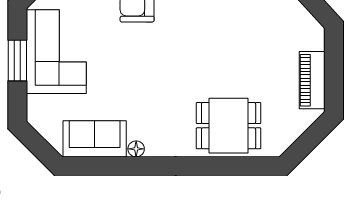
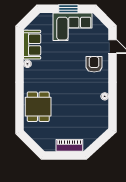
piano: (312, 80) -> (69, 145), moved

